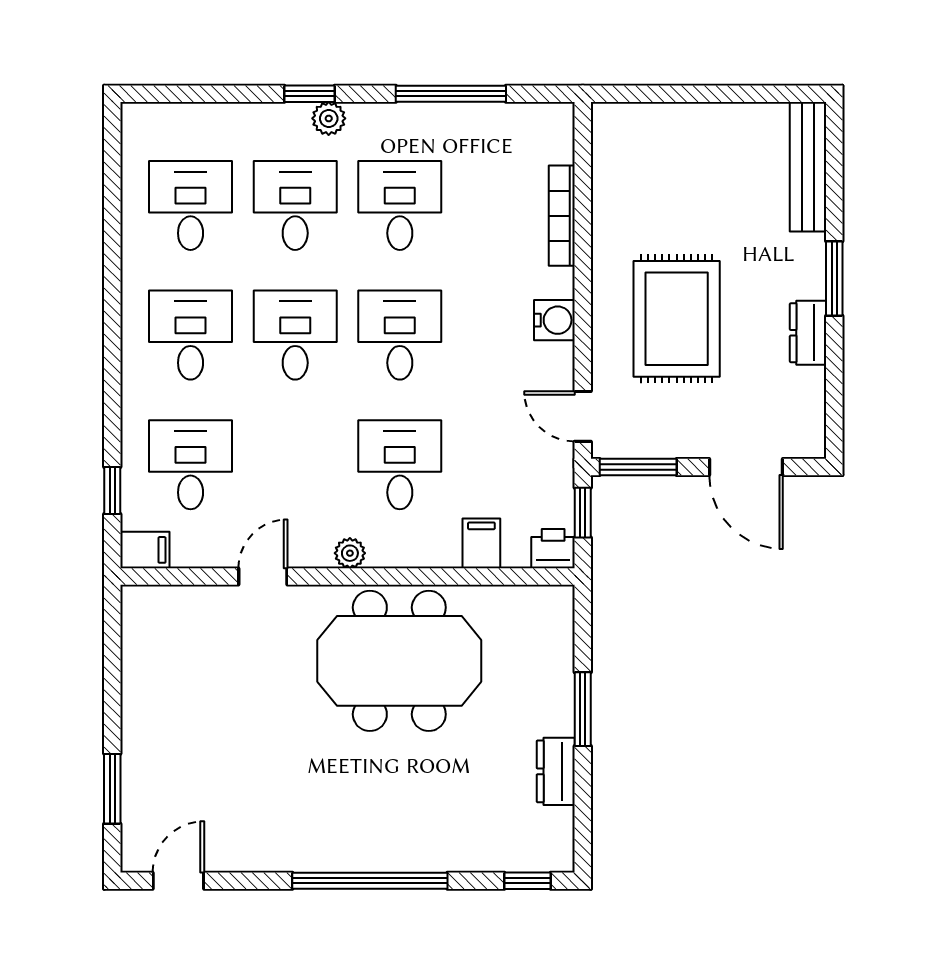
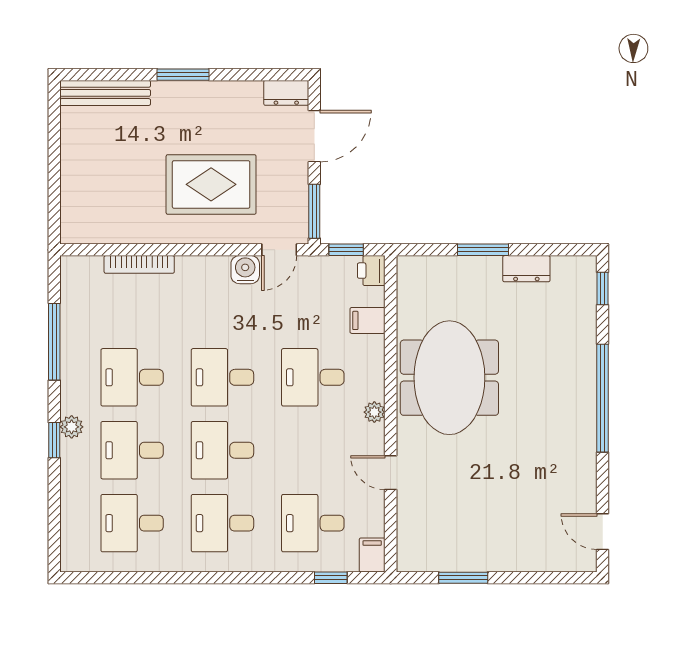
water cooler: (554, 320) -> (245, 270), moved
dresser: (808, 333) -> (286, 93), moved
window: (112, 789) -> (463, 578), moved

